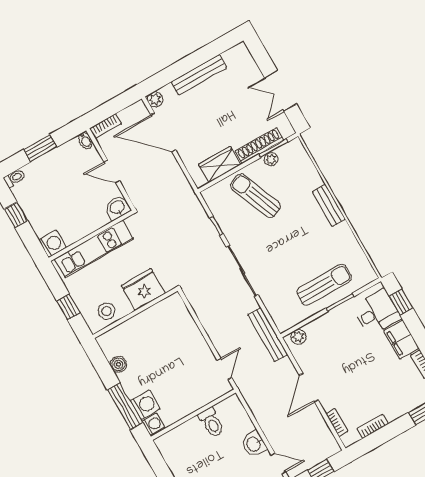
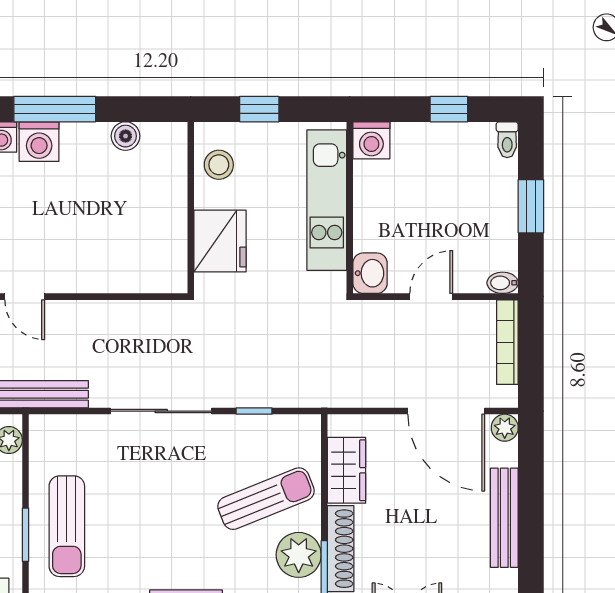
bookcase: (105, 126) -> (507, 342), width x1.56
door: (163, 132) -> (446, 411), swing flipped
plant: (271, 159) -> (299, 555), width x1.88, depth x1.88

